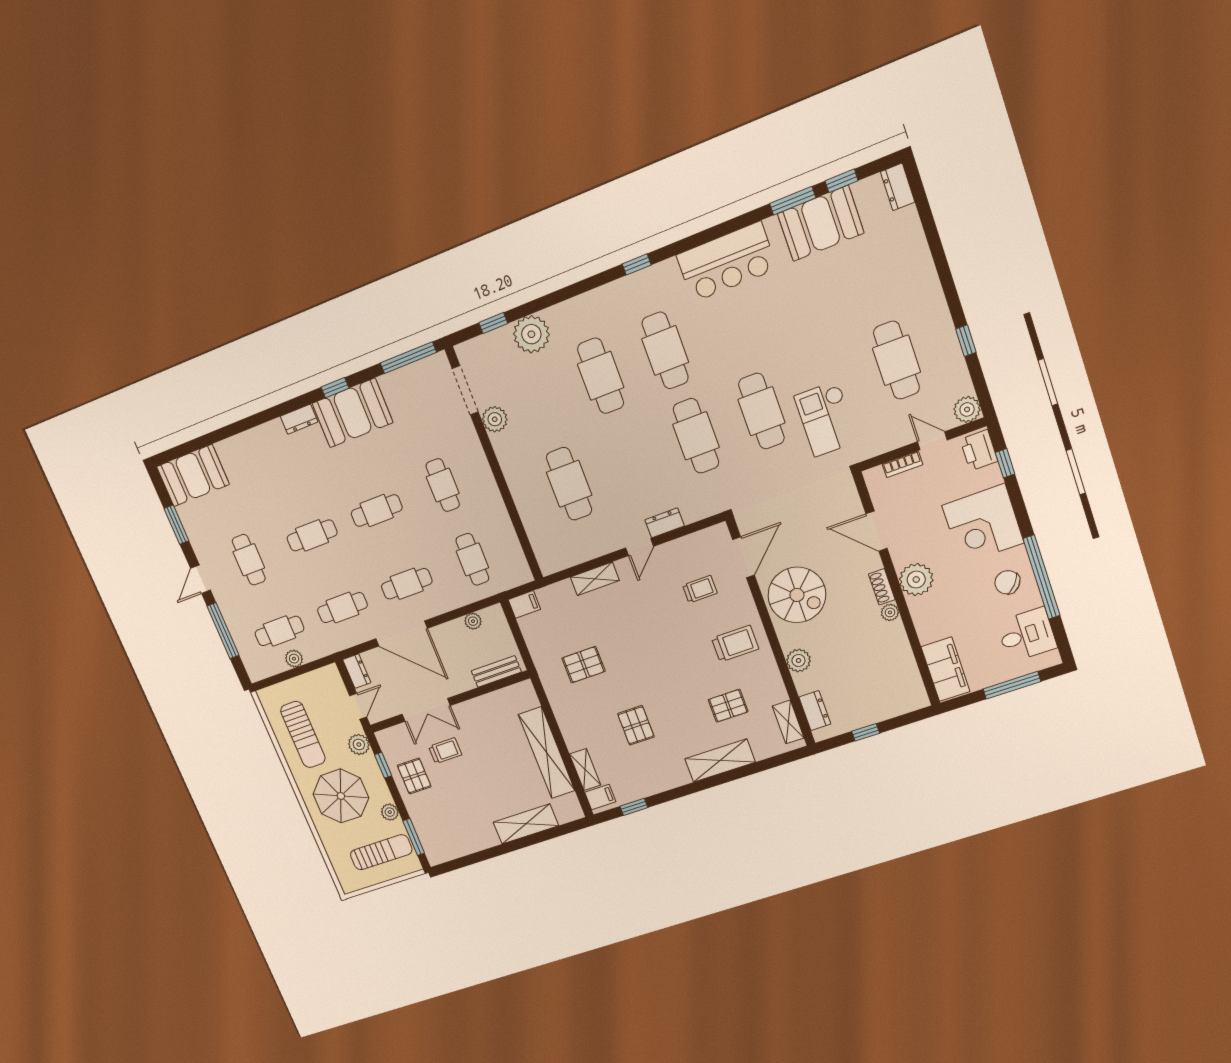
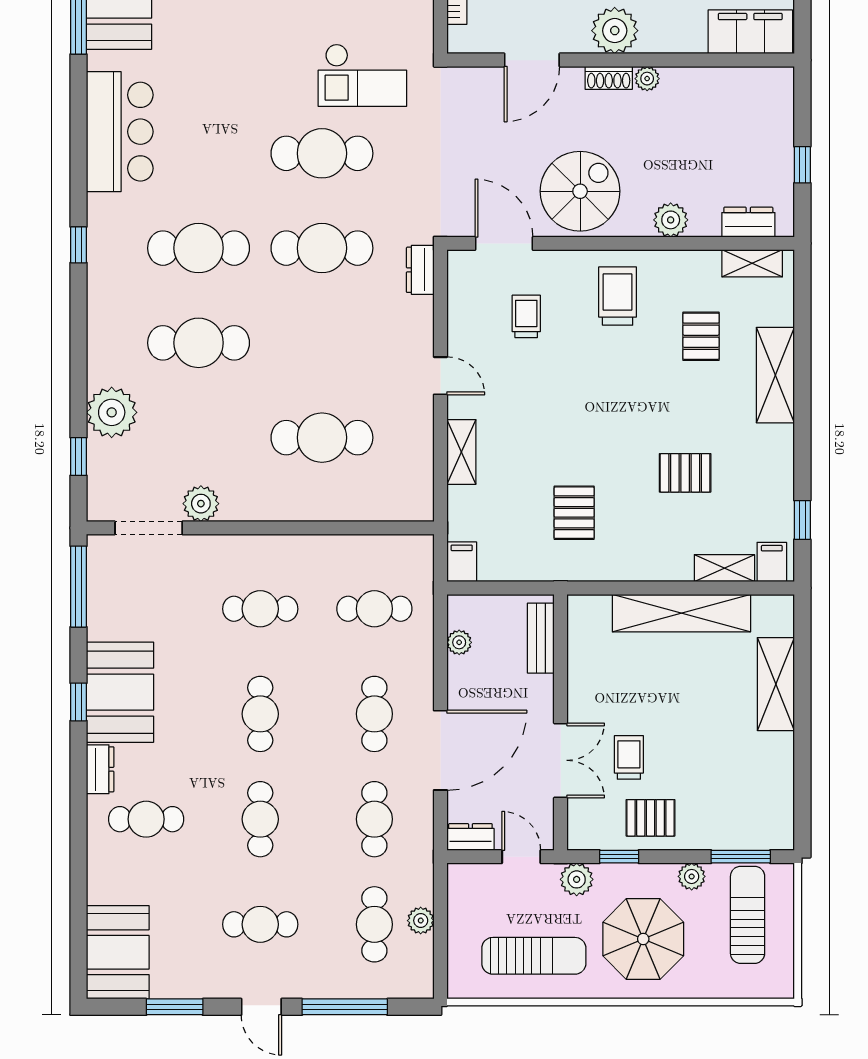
cafe table: (281, 462) -> (146, 819), added
dresser: (665, 523) -> (420, 270), moved

